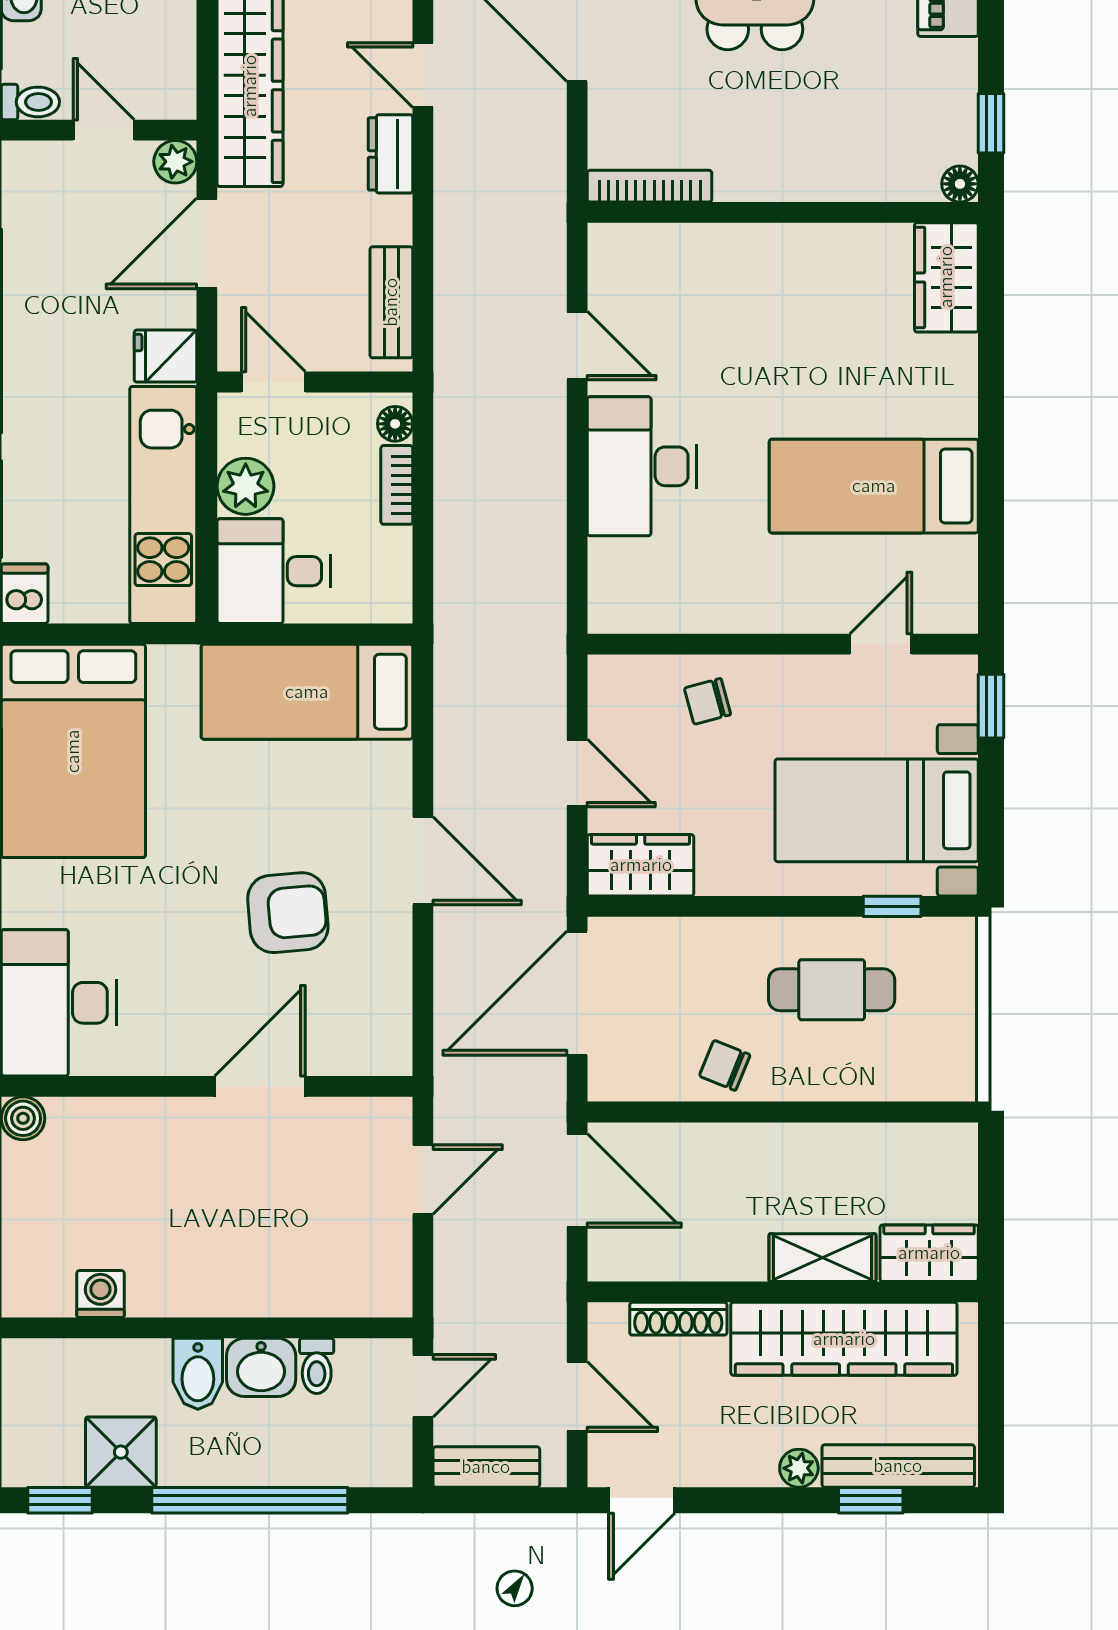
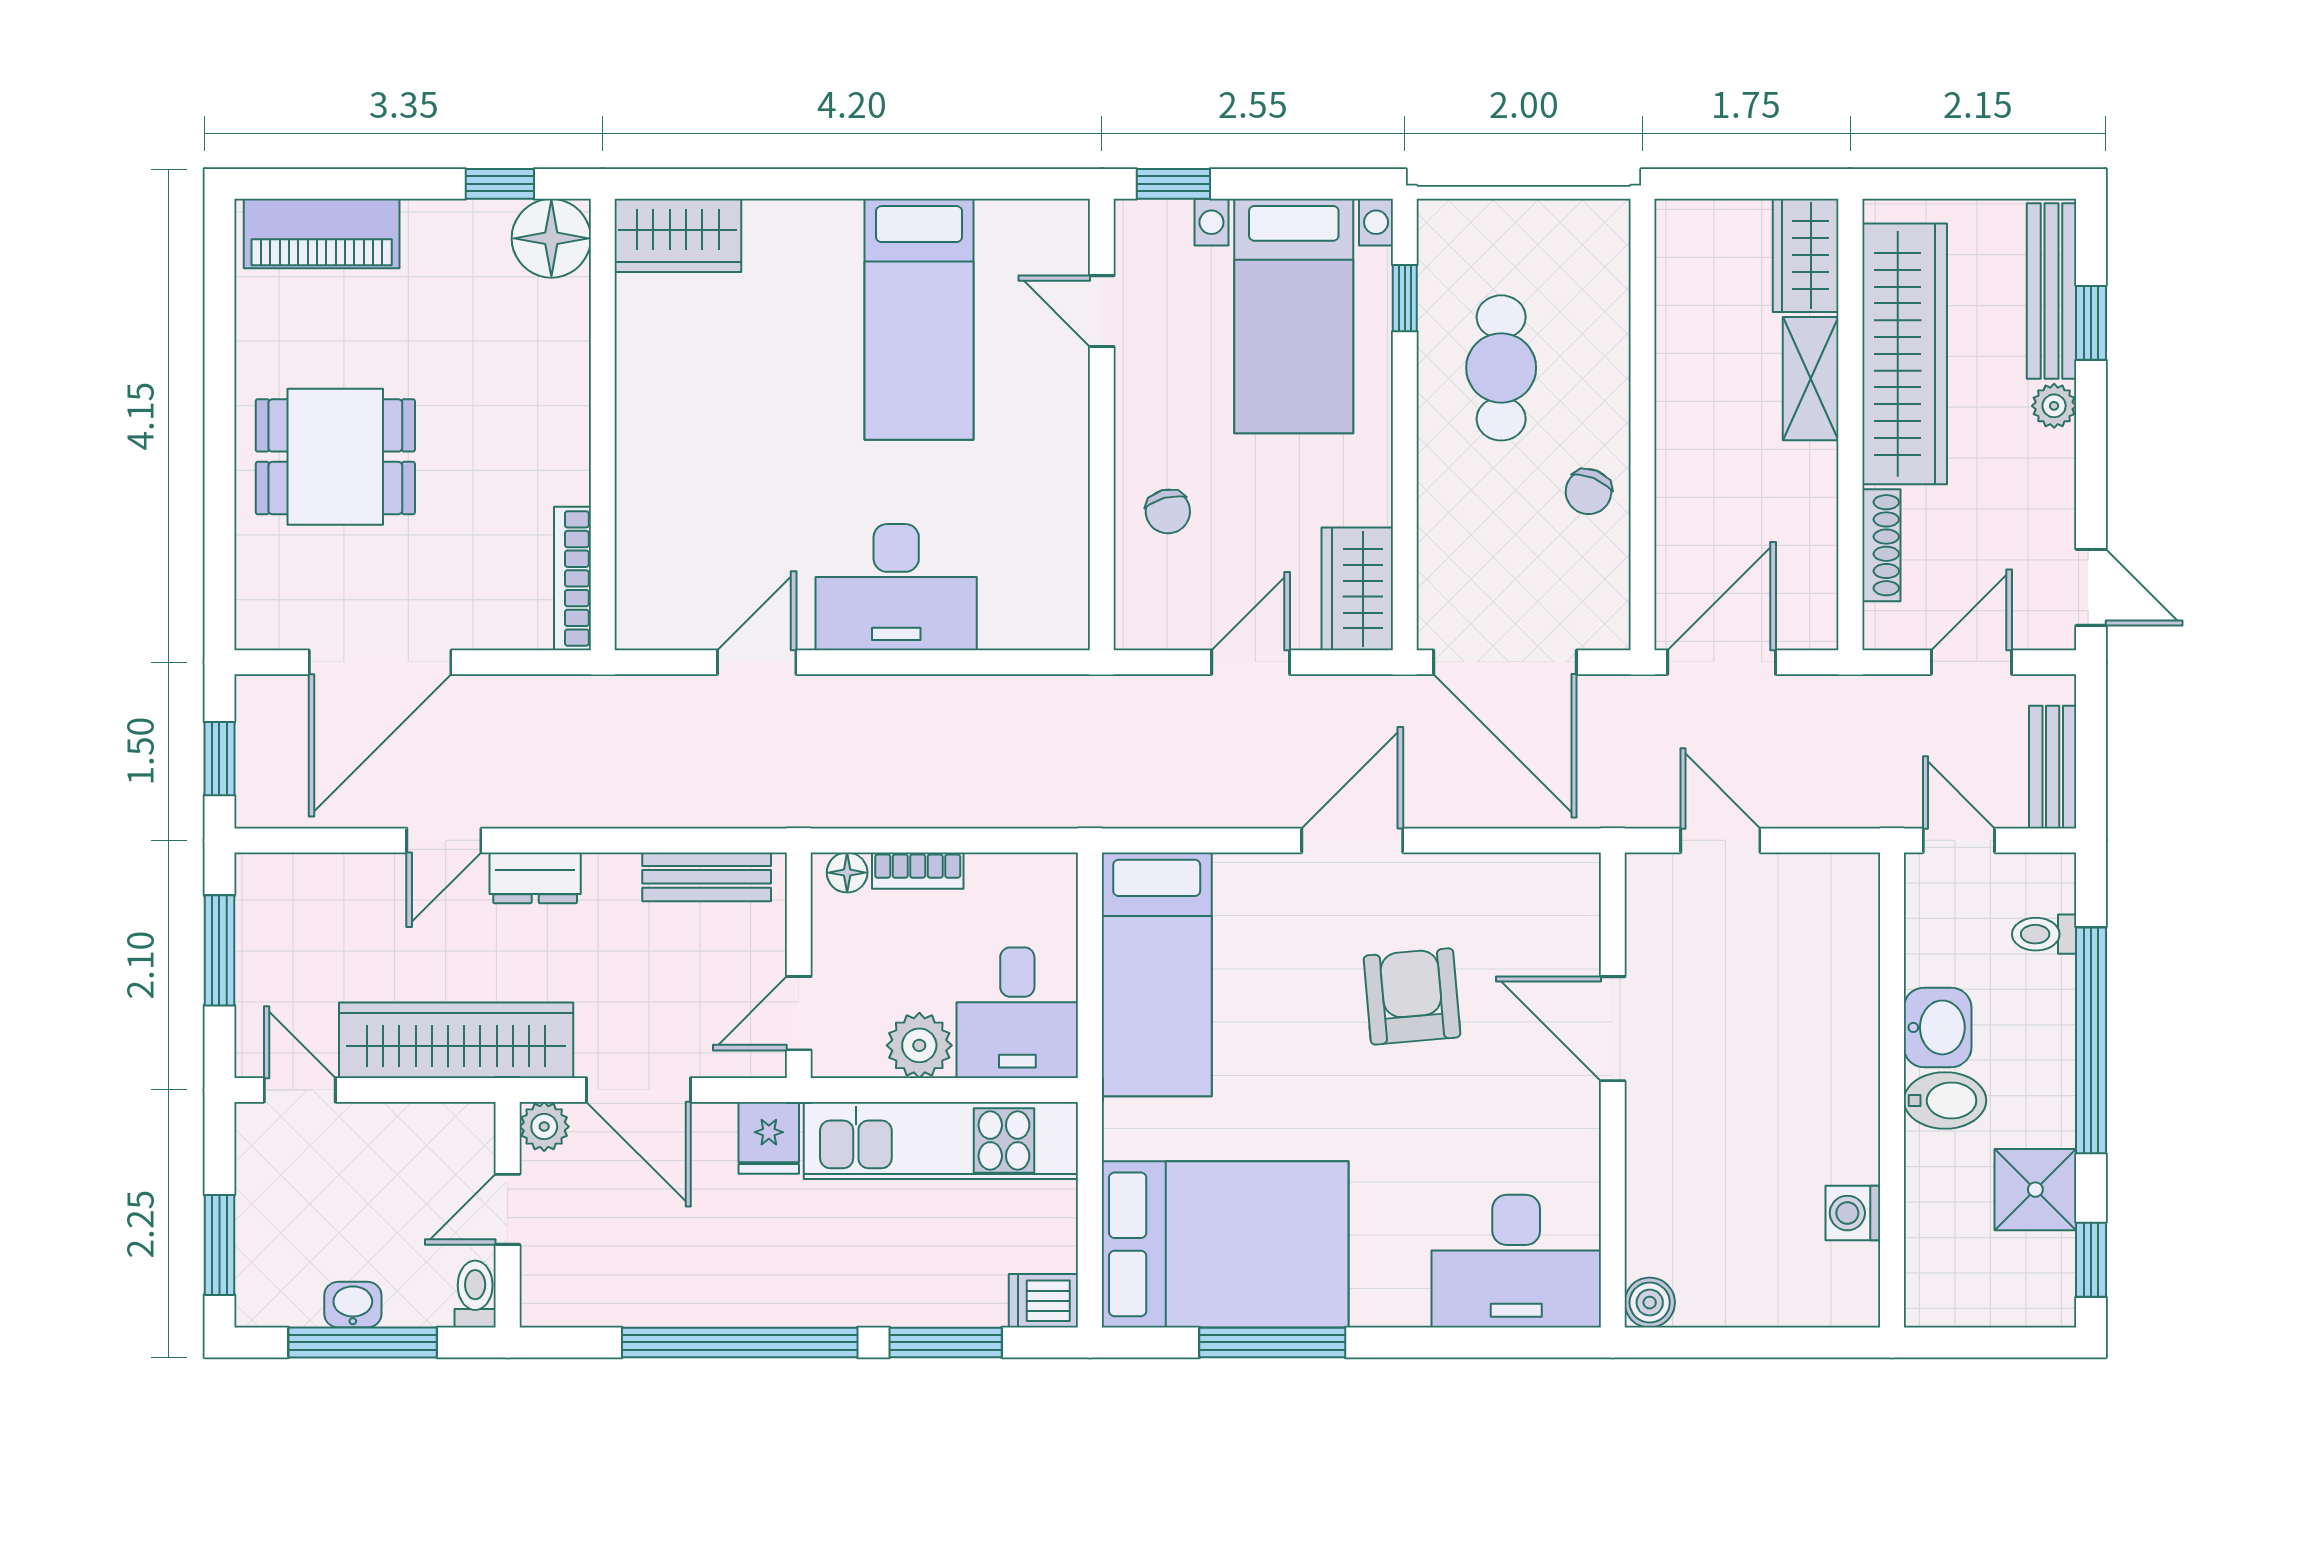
floor lamp: (960, 184) -> (551, 238), width x1.89, depth x1.89
toilet: (317, 1366) -> (2044, 934), moved, turned 180

